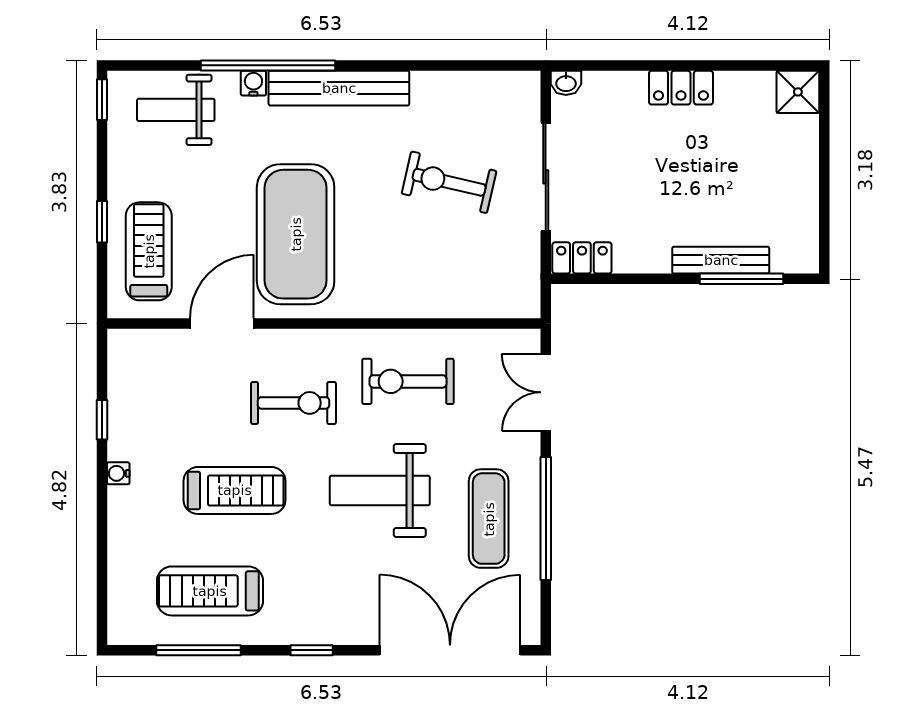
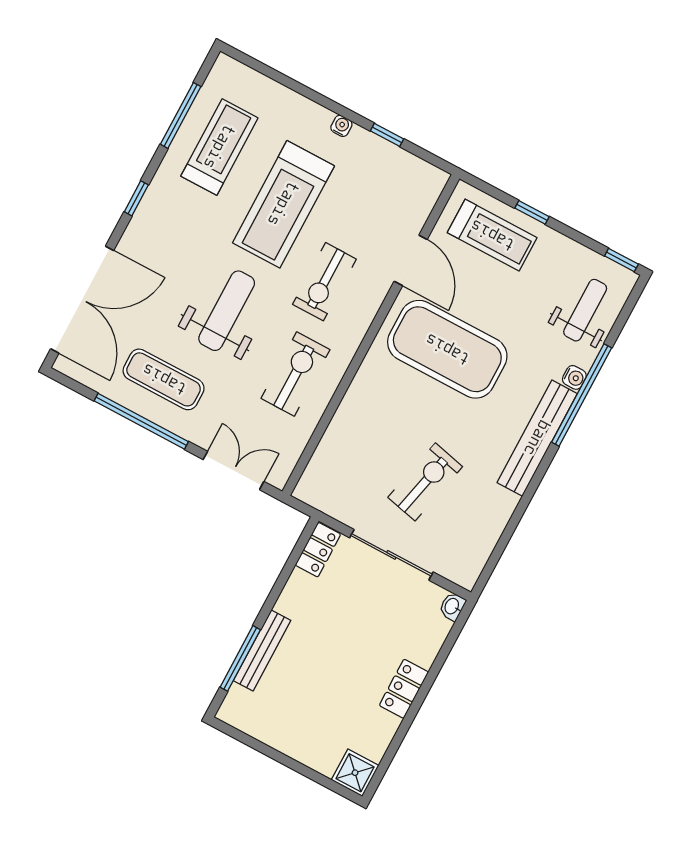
treadmill: (235, 490) -> (283, 204), width x1.37, depth x1.38

